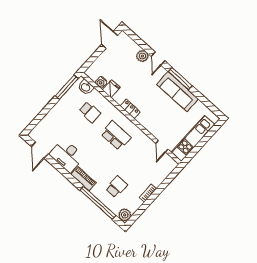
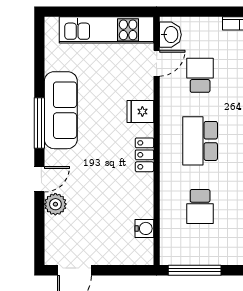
washbasin: (86, 87) -> (170, 35), moved
fridge: (111, 89) -> (140, 112), moved
school desk: (90, 112) -> (200, 206), turned 180
school desk: (142, 159) -> (200, 75), added

